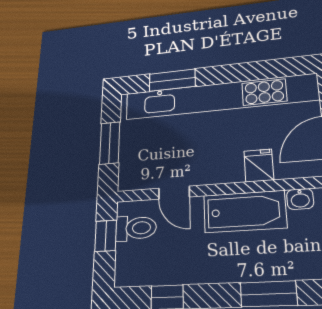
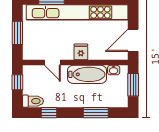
fridge: (259, 165) -> (81, 52), moved
toilet: (136, 228) -> (33, 101), moved

